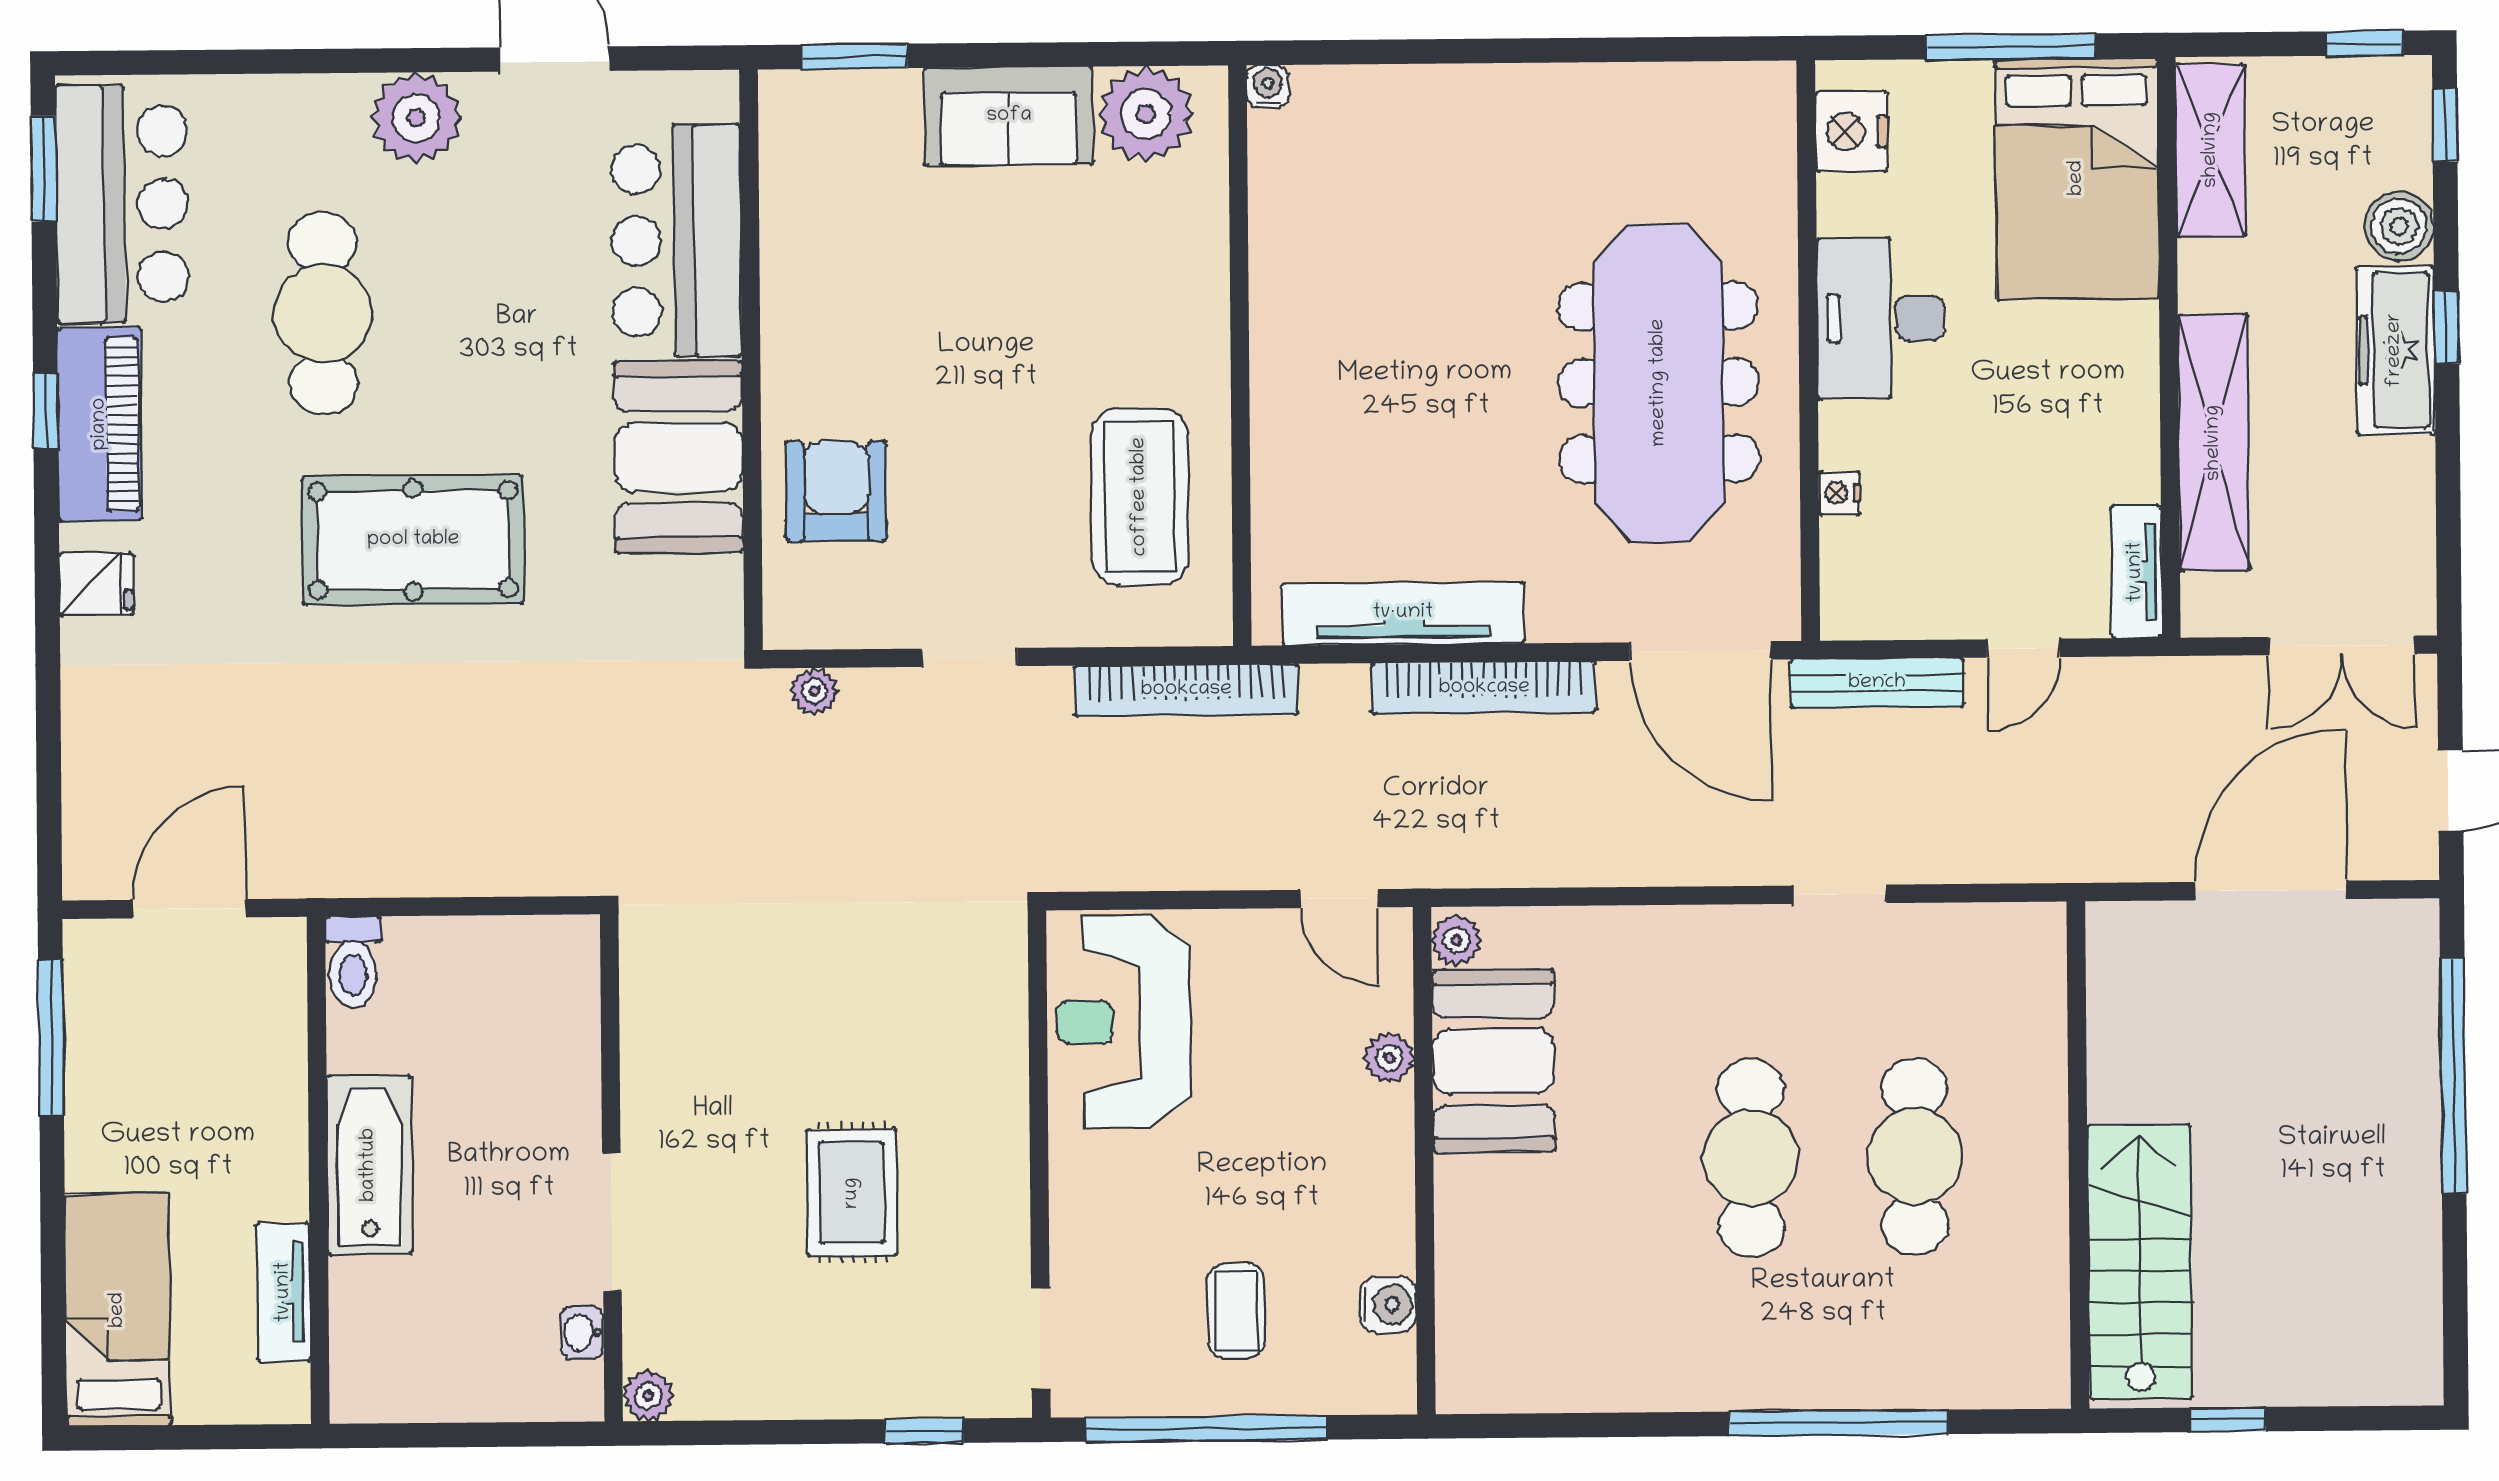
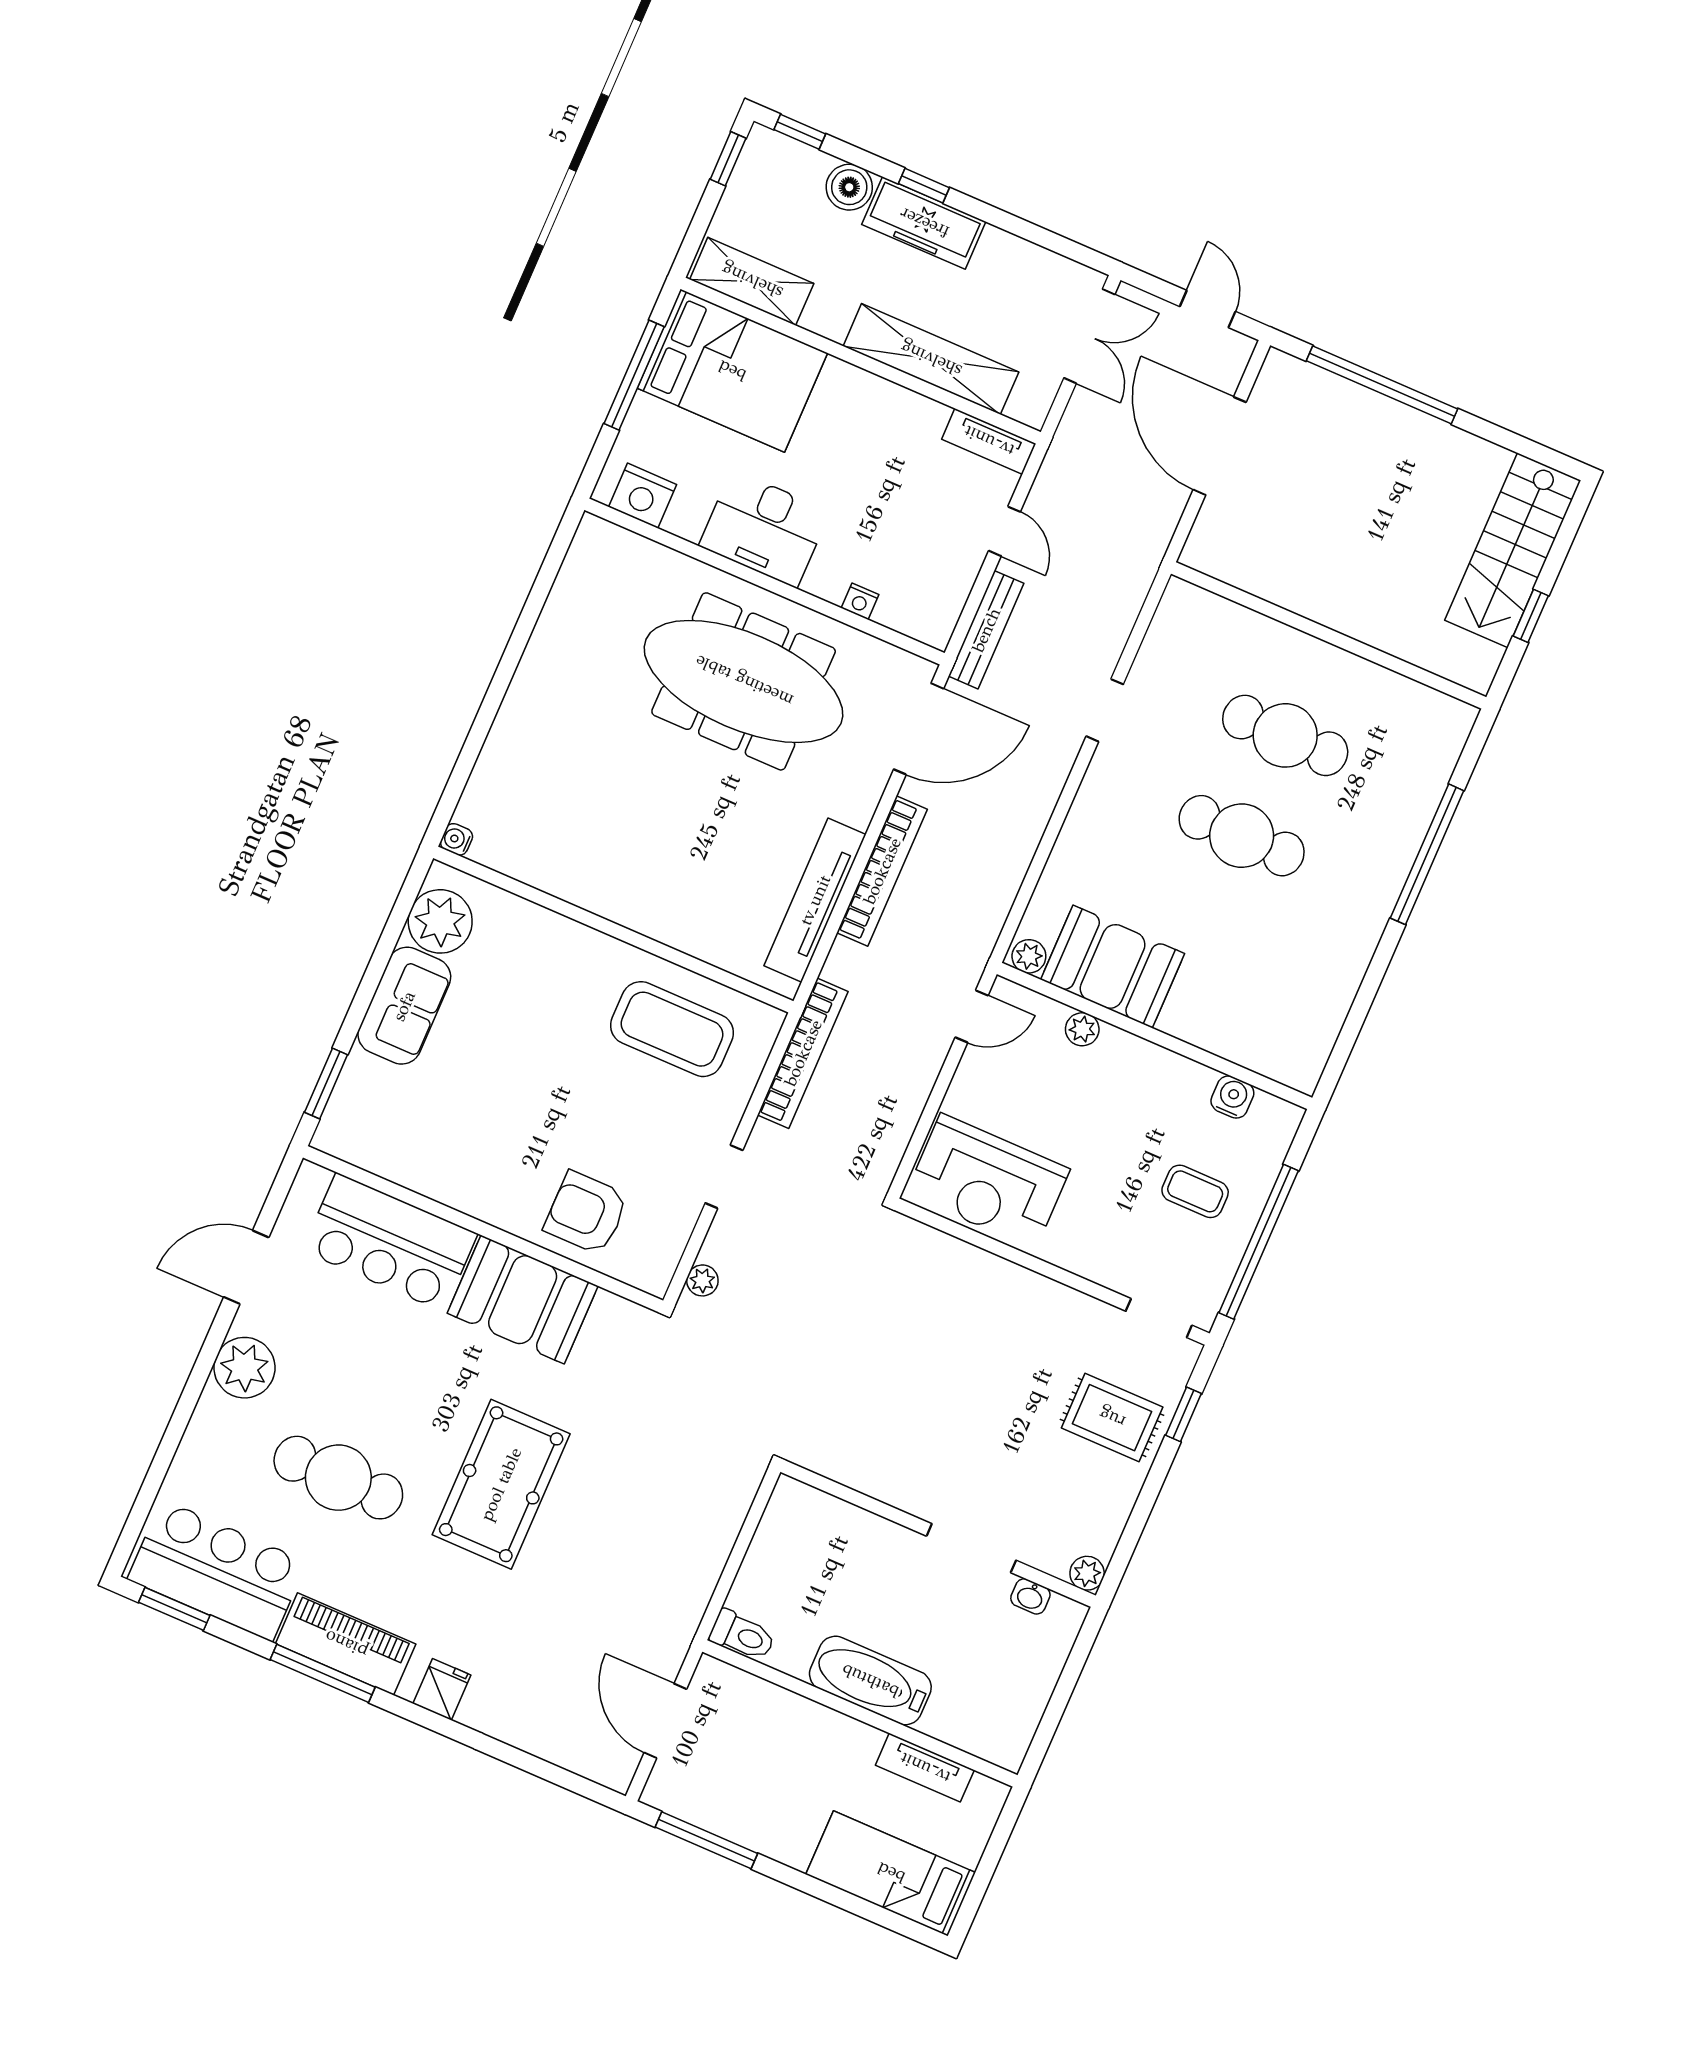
window: (46, 411) -> (323, 1673), width x2.17
rug: (852, 1193) -> (1112, 1418), moved
stairs: (2140, 1262) -> (1513, 550), moved, turned -90

